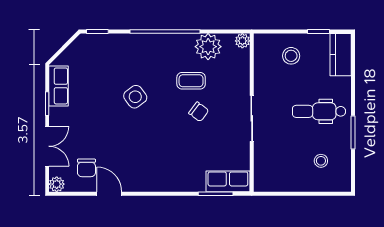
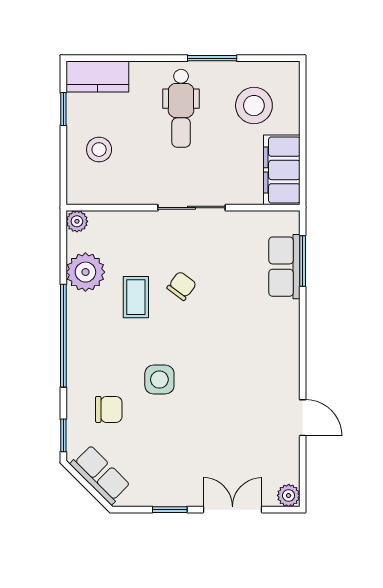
row of seats: (59, 86) -> (100, 475), moved, turned 45
side table: (135, 97) -> (159, 380), turned 37
stool: (321, 161) -> (254, 106), width x1.89, depth x1.89
chair: (86, 168) -> (109, 409), moved
filing cabinet: (277, 180) -> (282, 170), added
row of seats: (228, 181) -> (284, 267), moved
door: (109, 194) -> (303, 418), swing flipped

